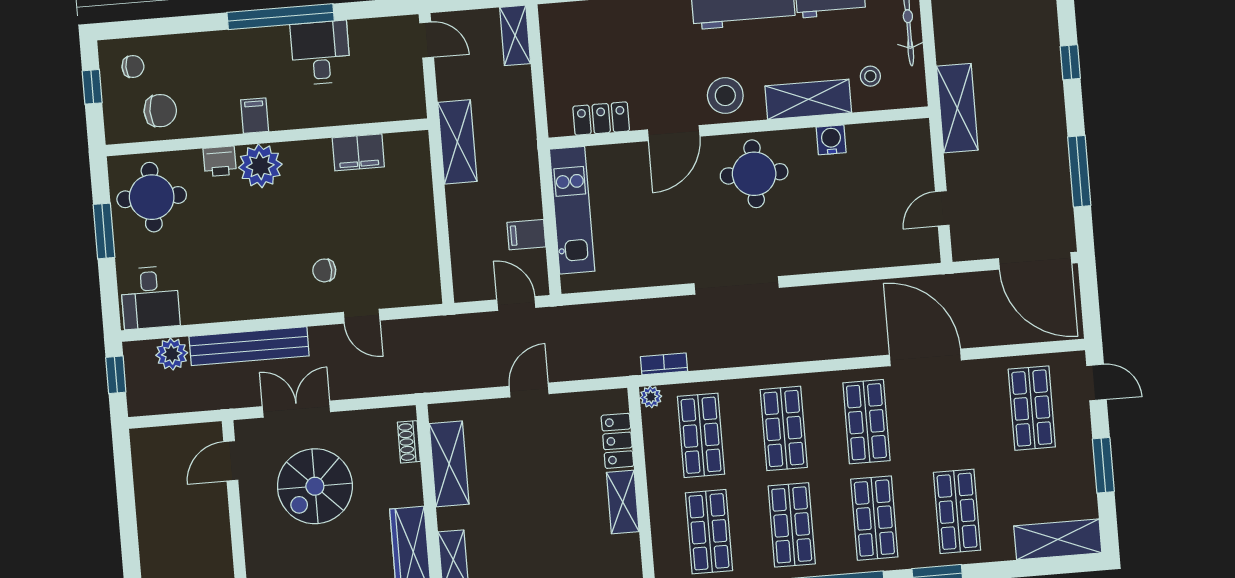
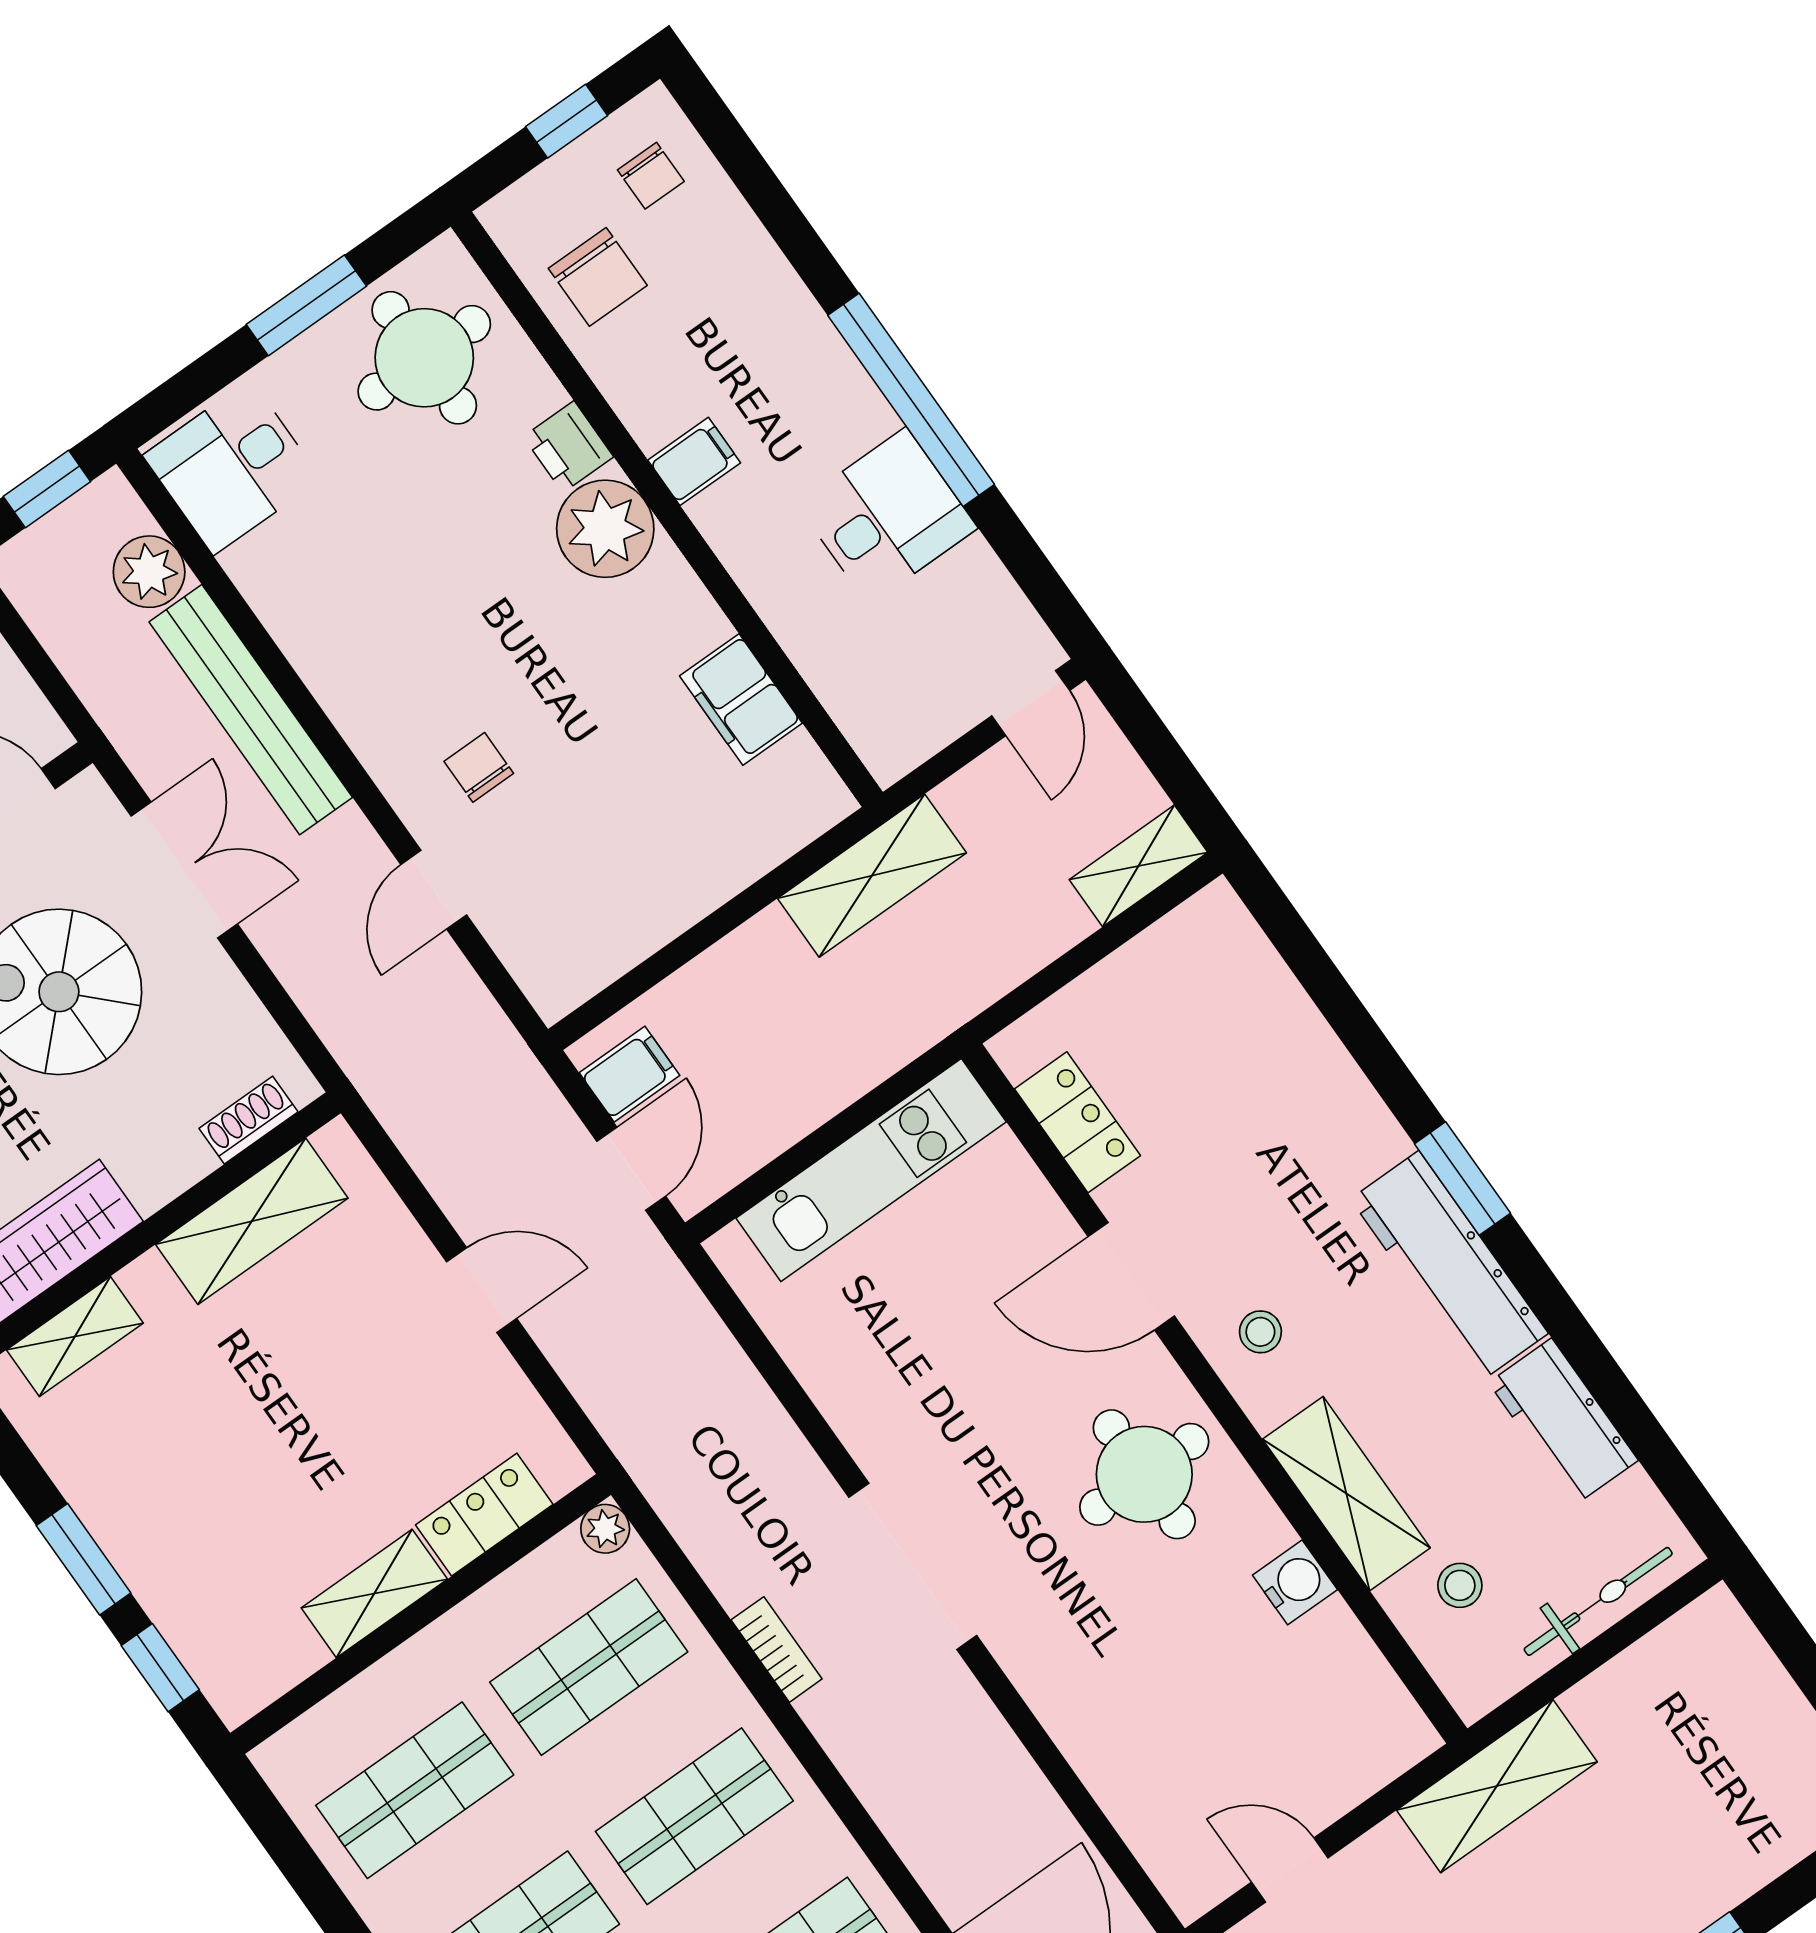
stool: (725, 96) -> (1260, 1332), width x0.53, depth x0.53
filing cabinet: (526, 235) -> (629, 1074), moved, turned 90
bookcase: (664, 364) -> (777, 1649), moved

